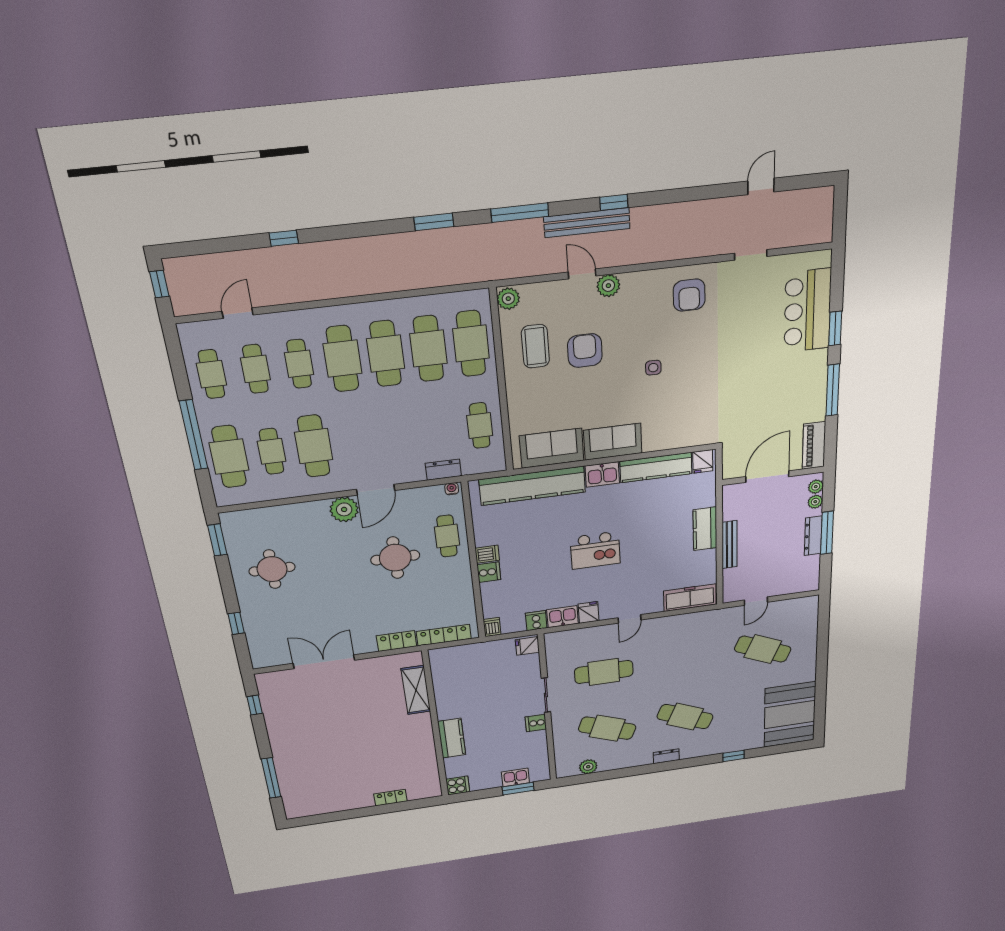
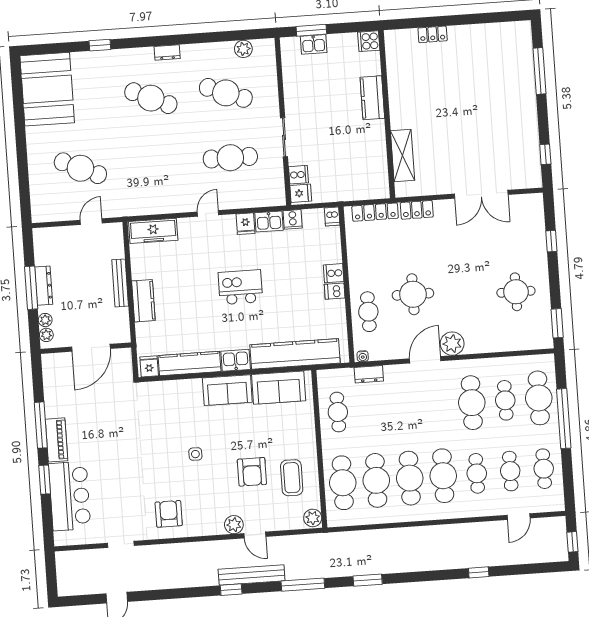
piano: (814, 445) -> (57, 440), moved
cooker: (536, 723) -> (298, 175), moved

